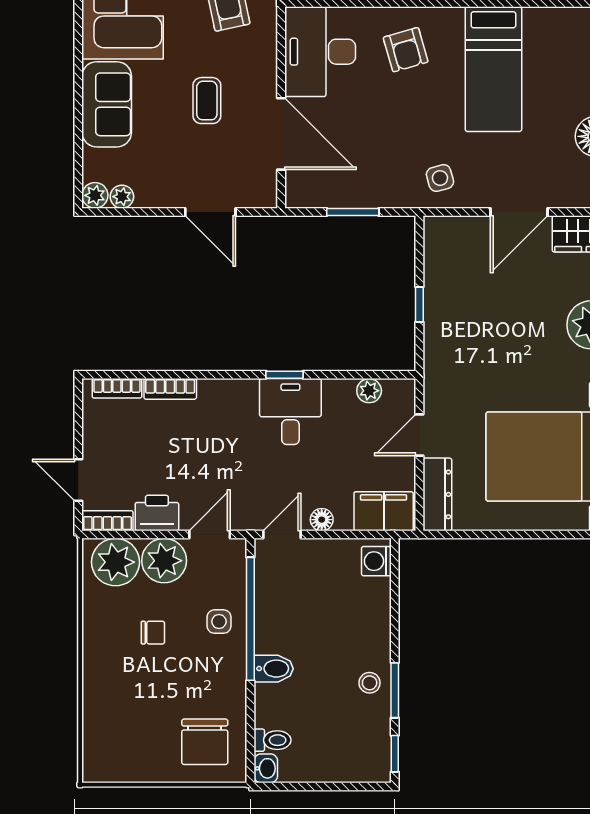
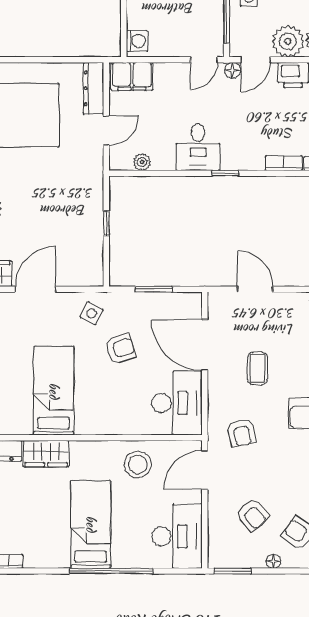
armchair: (406, 50) -> (120, 349), moved, turned 89
side table: (440, 178) -> (92, 313), turned 45
window: (284, 375) -> (225, 173), moved
floor lamp: (322, 520) -> (233, 70), moved

